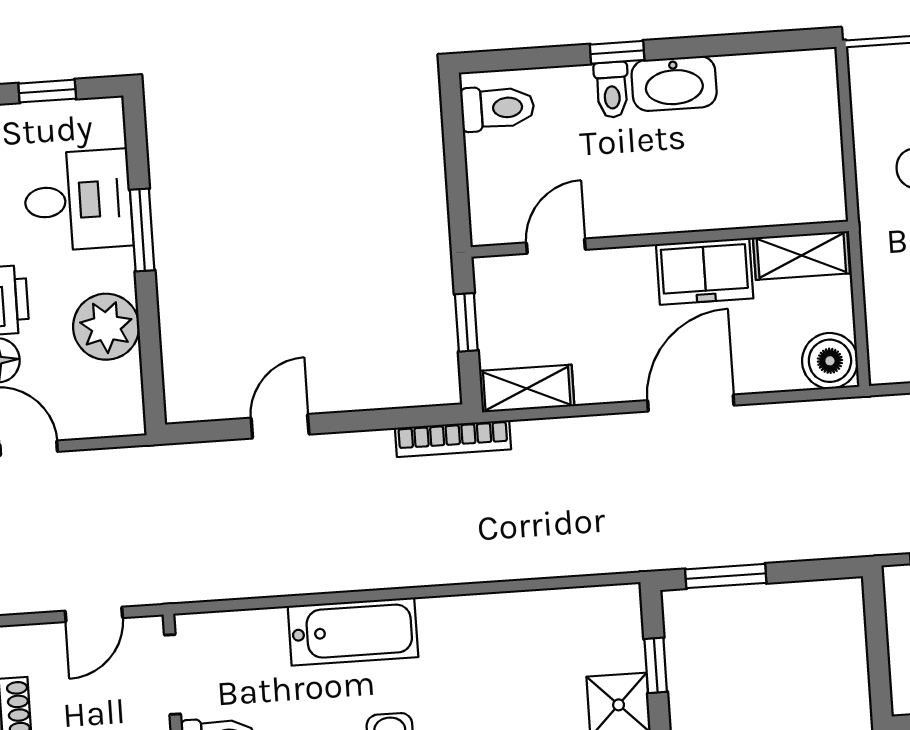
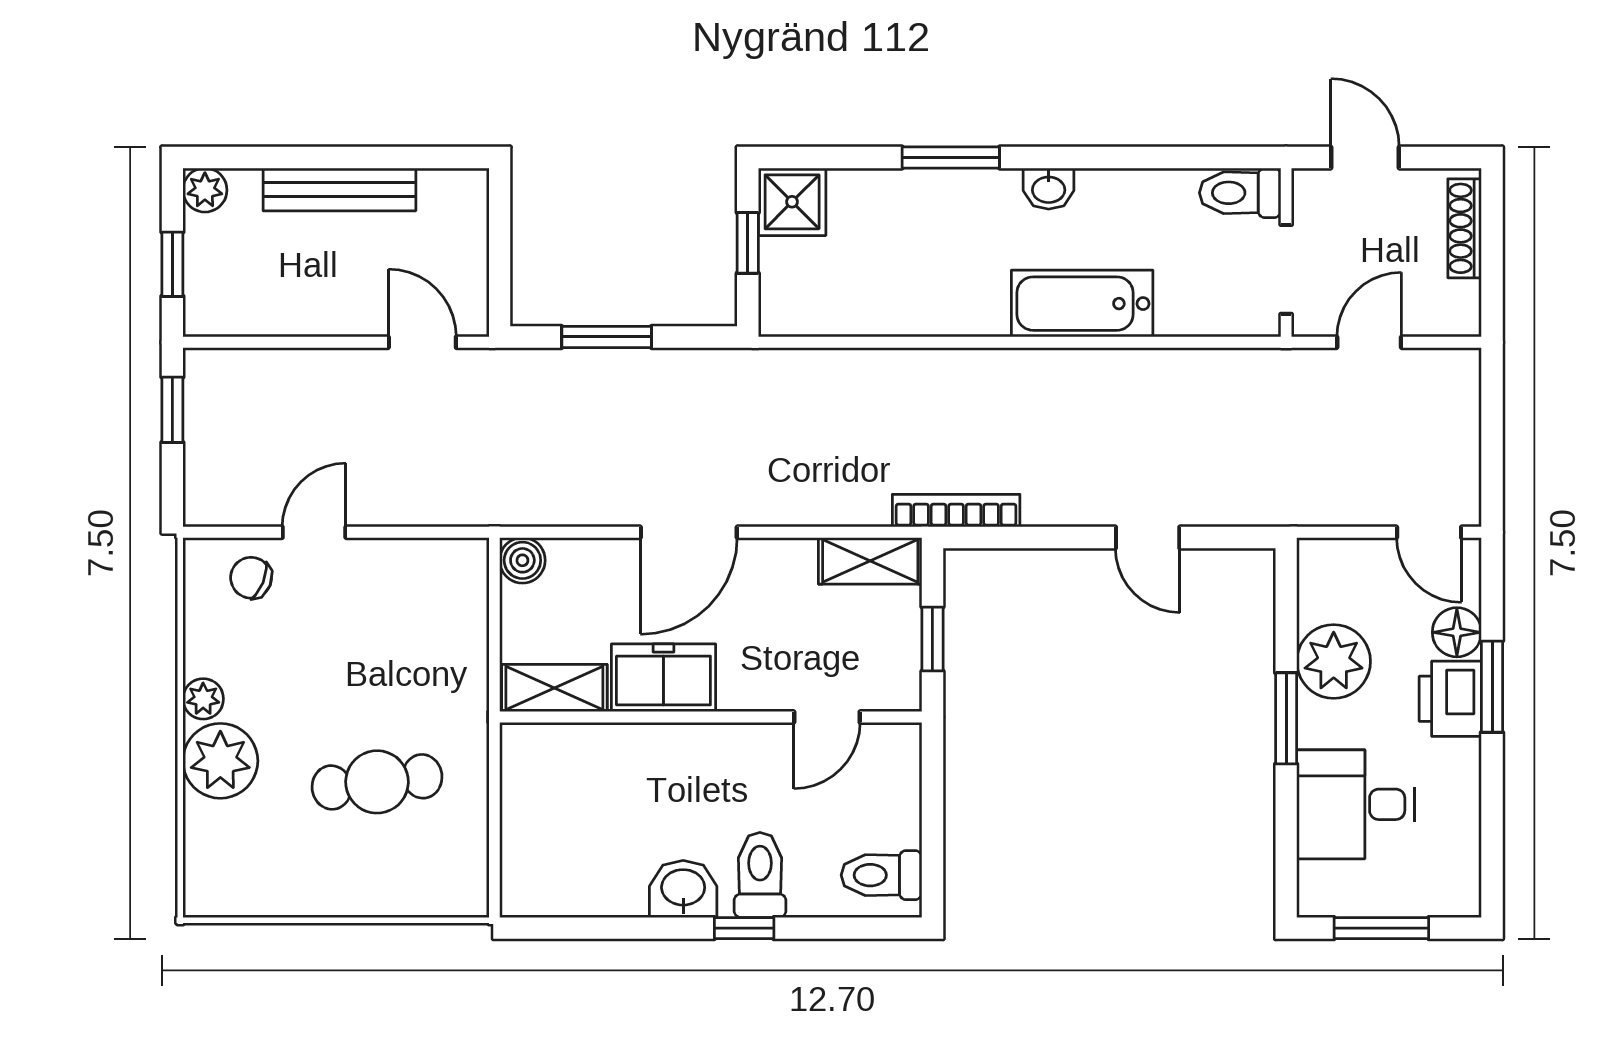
washbasin: (674, 84) -> (683, 889), width x0.72
toilet: (612, 90) -> (760, 875), width x1.37, depth x1.39
window: (47, 91) -> (1381, 928), width x1.50
window: (142, 230) -> (1286, 718), moved
boiler: (830, 361) -> (522, 560), width x0.73, depth x0.73
door: (280, 426) -> (1148, 538), hinge flipped
window: (726, 576) -> (607, 337), moved

